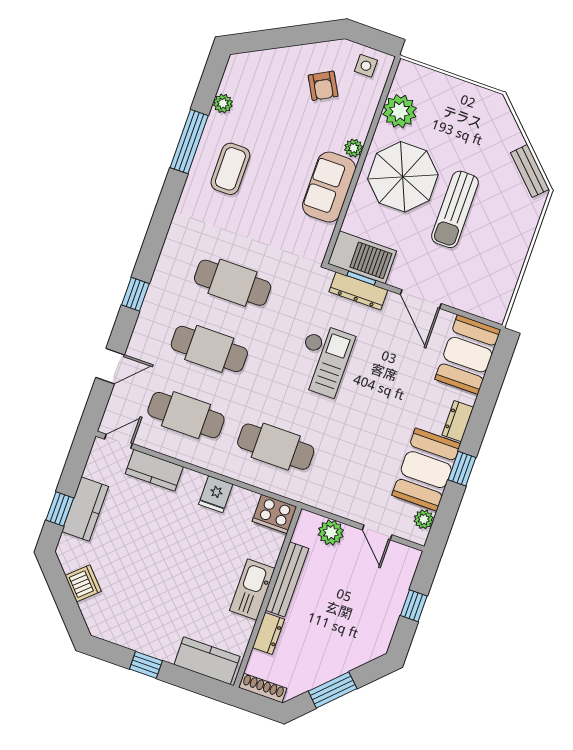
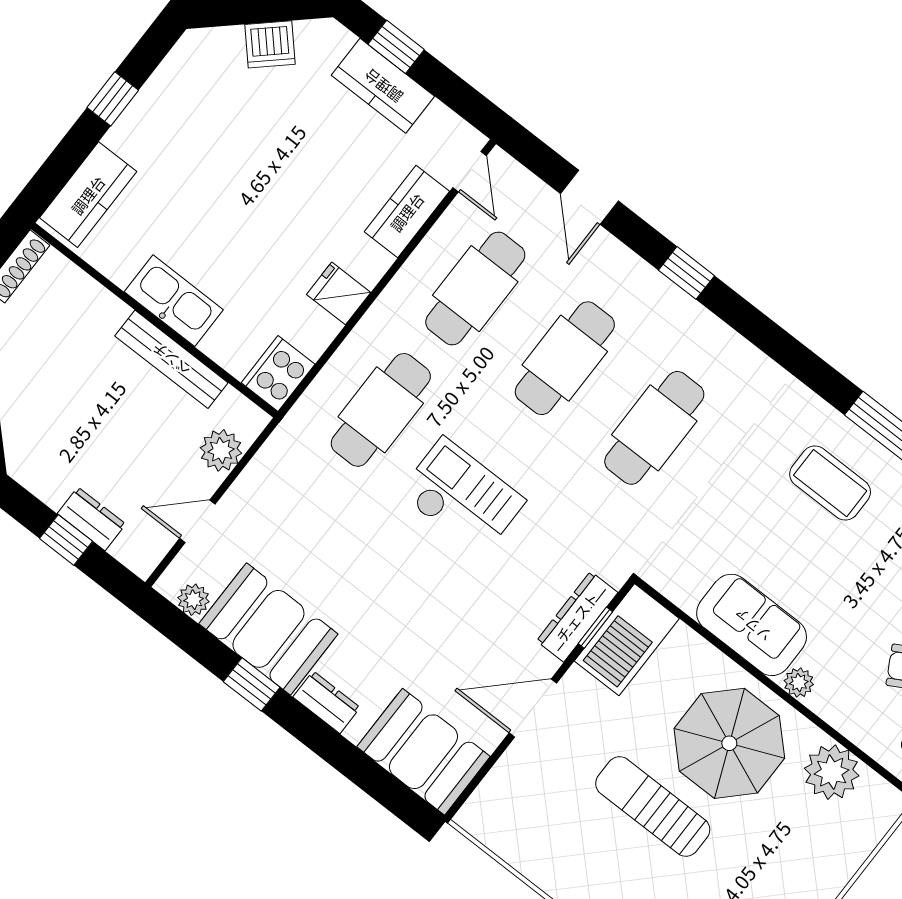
checkout: (323, 360) -> (462, 497), moved, turned 180
dresser: (268, 633) -> (91, 519), moved, turned 180

